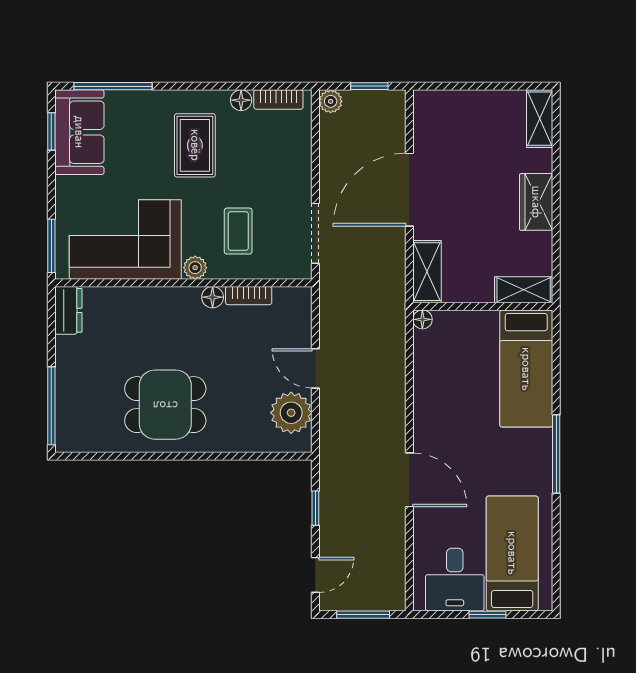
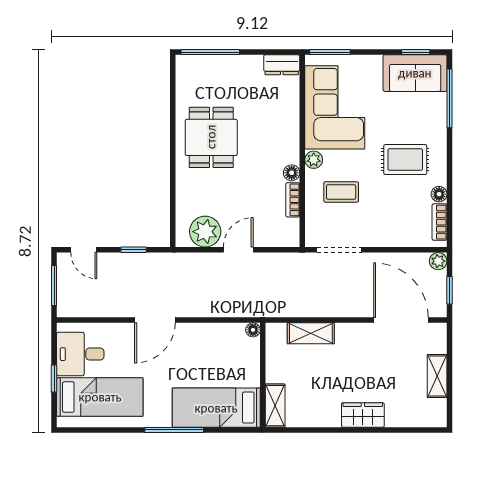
shelving: (540, 119) -> (437, 376), moved, turned 90
door: (409, 190) -> (401, 320), moved
shelving: (524, 290) -> (275, 406), moved
wall: (483, 306) -> (263, 375), moved
floor lamp: (422, 319) -> (253, 330), moved
bed: (526, 369) -> (216, 408), moved

